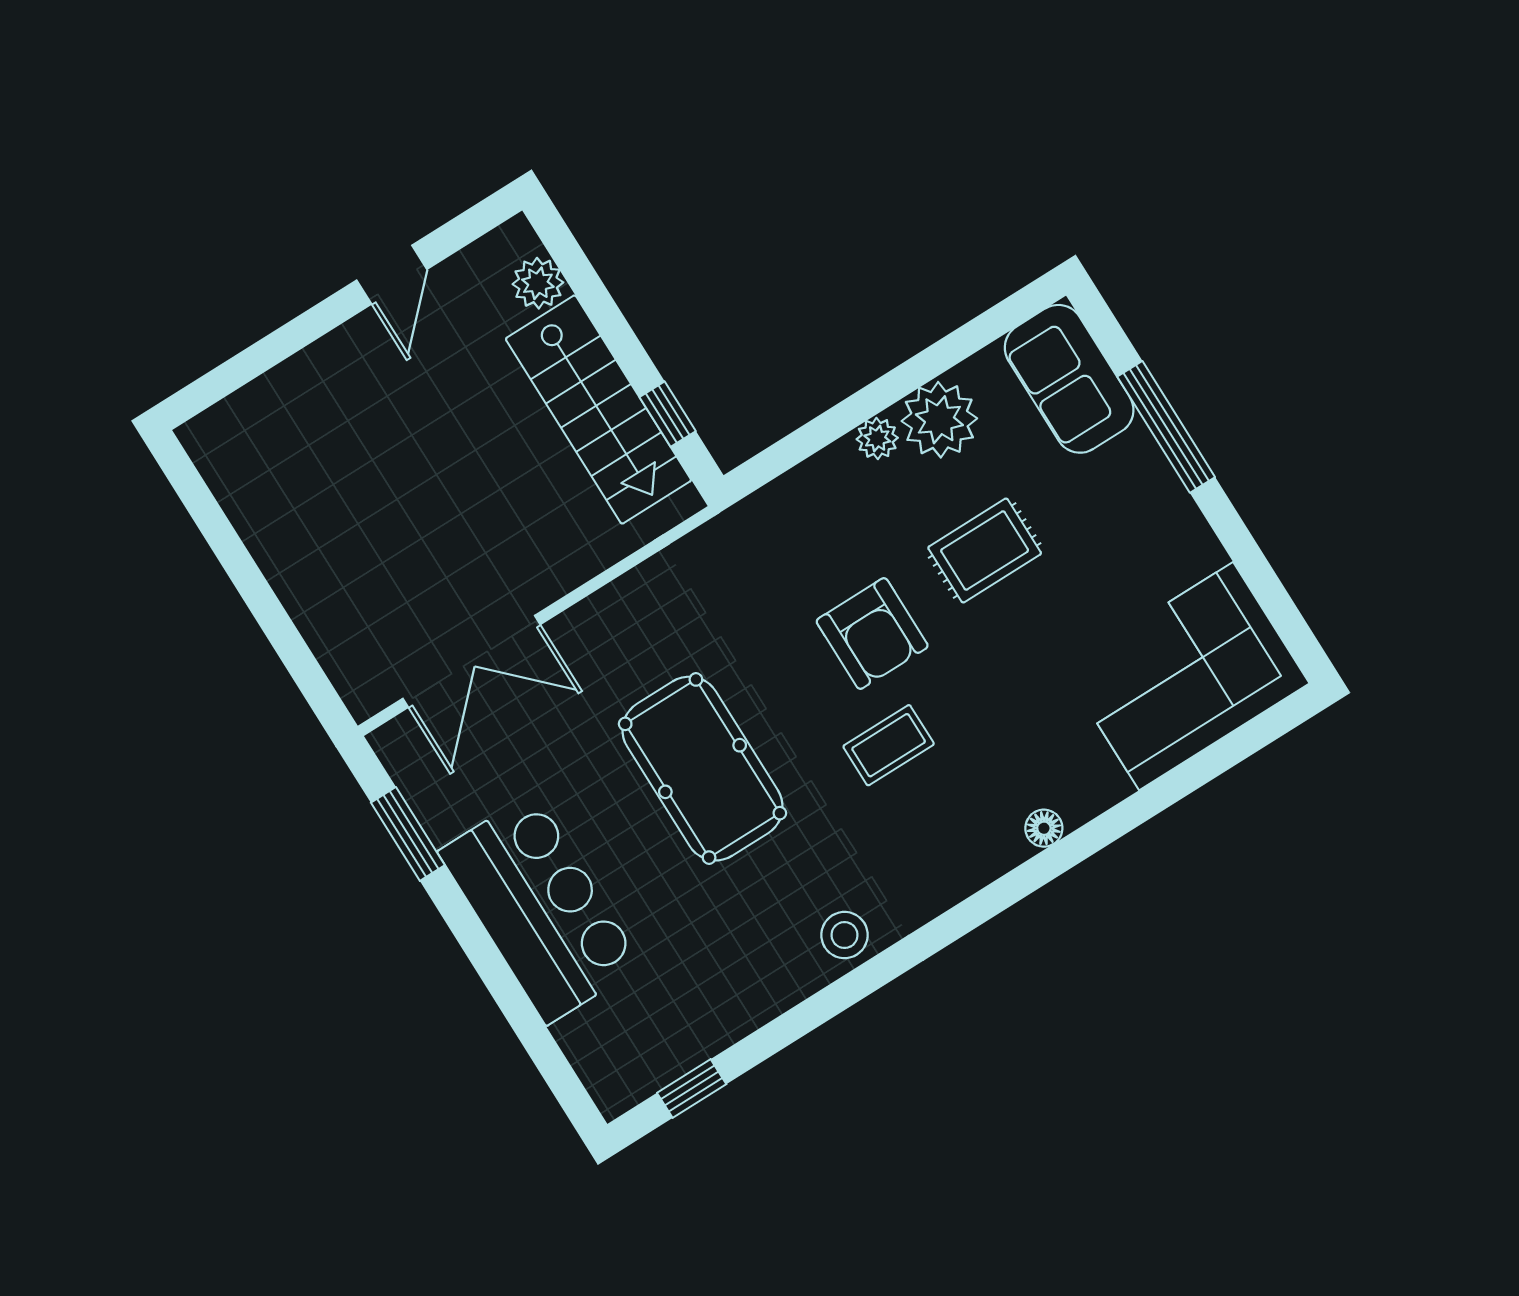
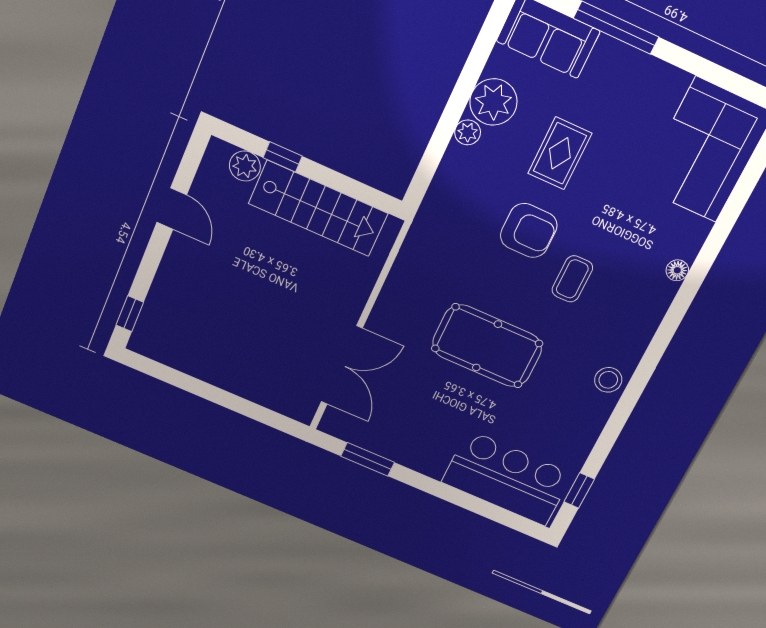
window: (218, 384) -> (130, 314), added
window: (668, 414) -> (283, 157), moved
bar counter: (540, 909) -> (507, 478), moved

